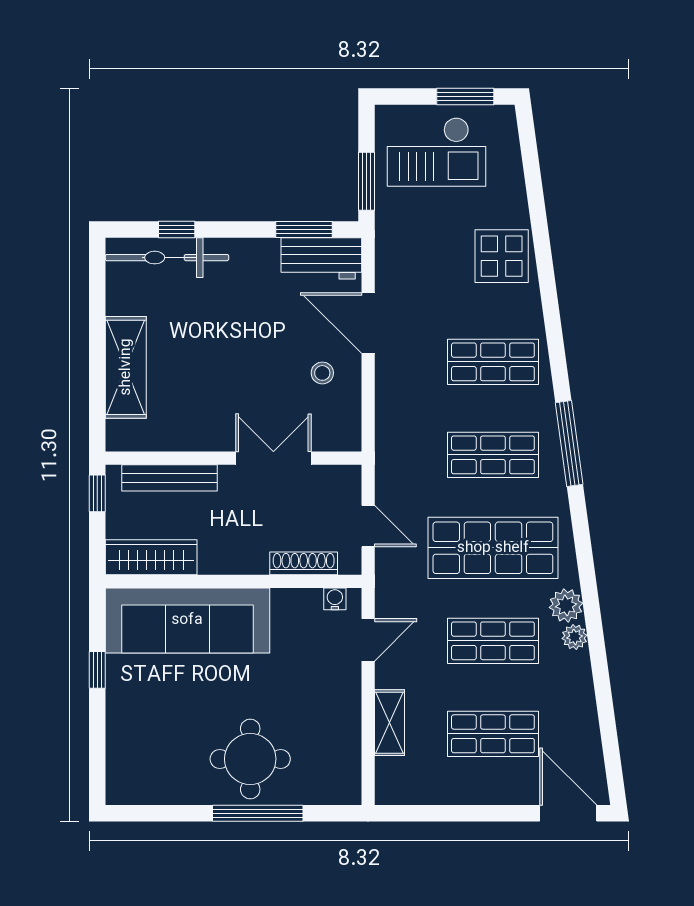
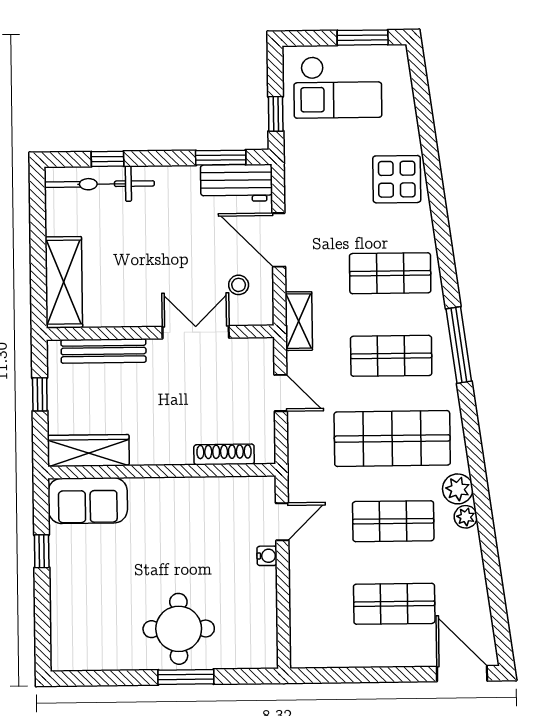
window: (366, 181) -> (276, 114), width x0.67
wall: (233, 458) -> (160, 333), moved
double door: (273, 458) -> (196, 332), moved
bench: (169, 478) -> (104, 351), moved
door: (368, 526) -> (281, 393), moved
water cooler: (335, 599) -> (267, 556), moved, turned 90
sofa: (187, 620) -> (88, 501), width x0.54, depth x0.79
shelving: (389, 723) -> (299, 321), moved
window: (258, 813) -> (186, 677), width x0.69

